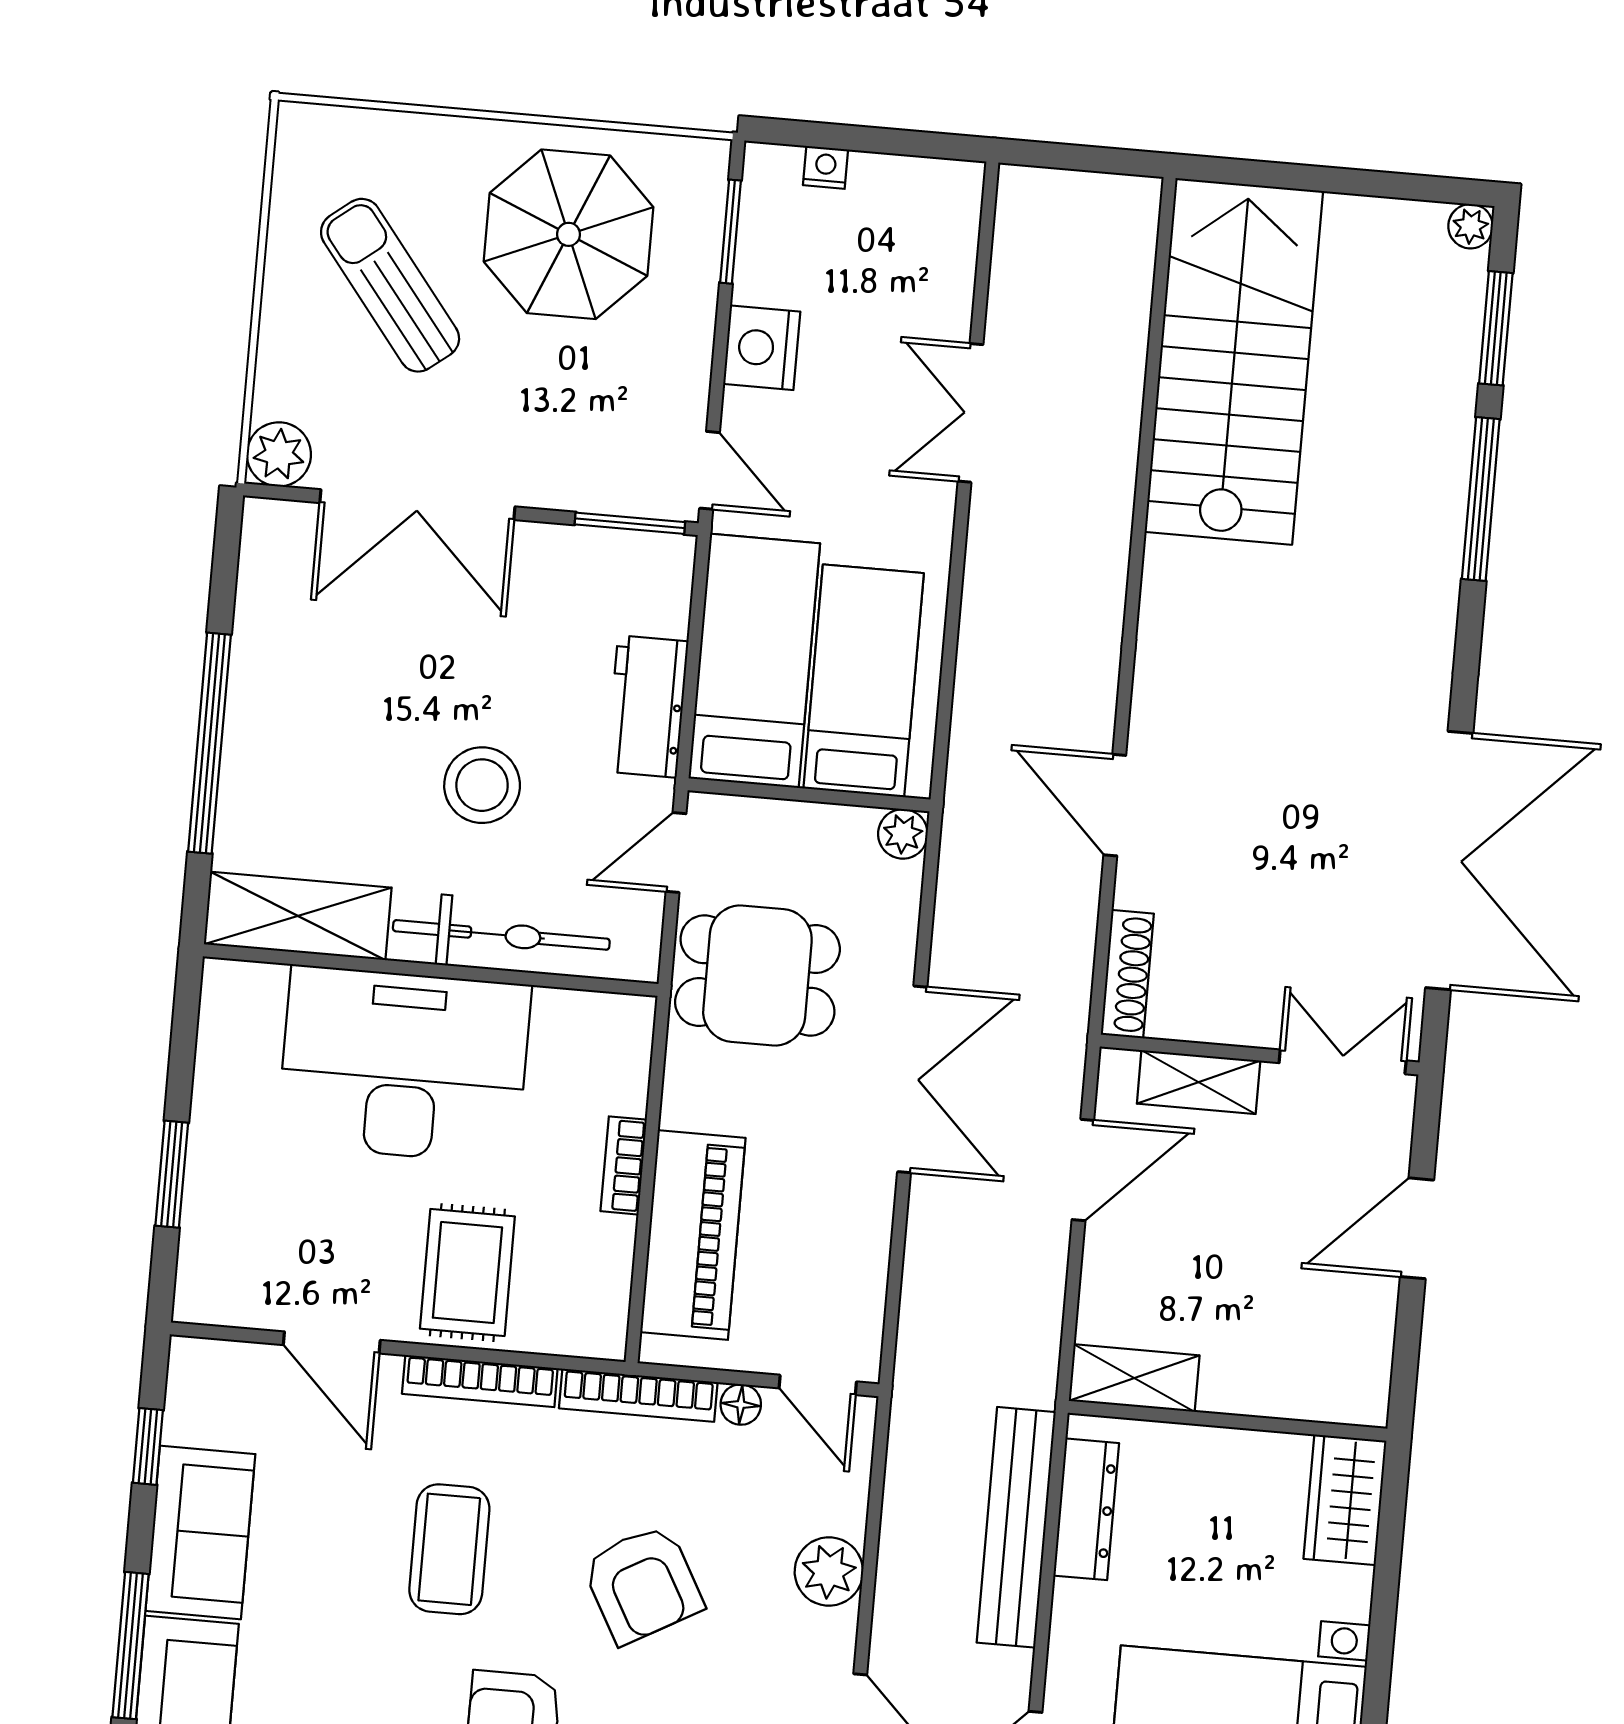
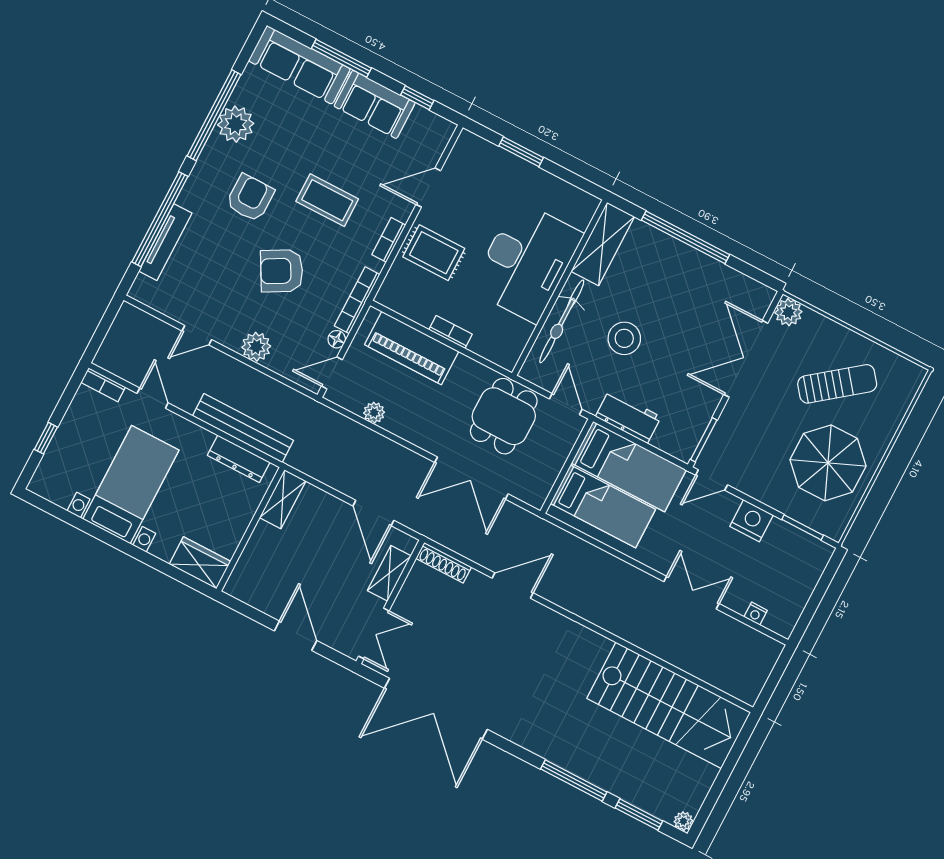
nightstand: (826, 167) -> (756, 614), moved, turned 90
plant: (903, 834) -> (374, 413), moved
double door: (912, 1079) -> (471, 478), moved
bookcase: (480, 1381) -> (389, 240), width x0.64

